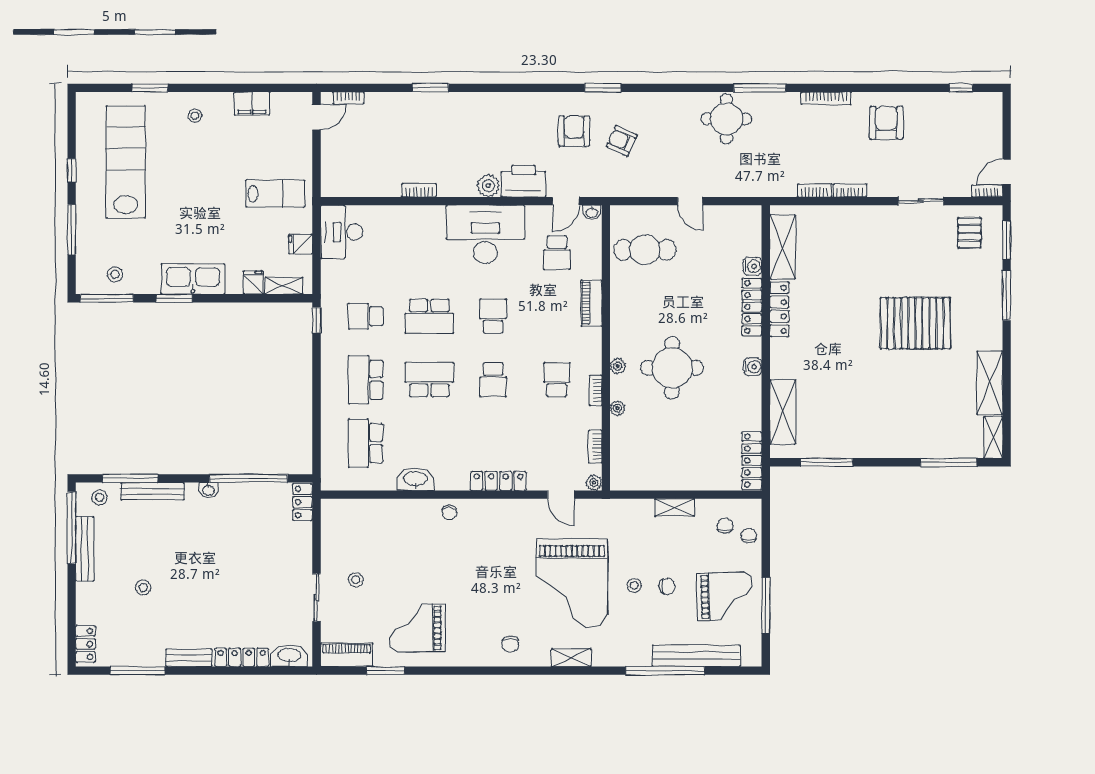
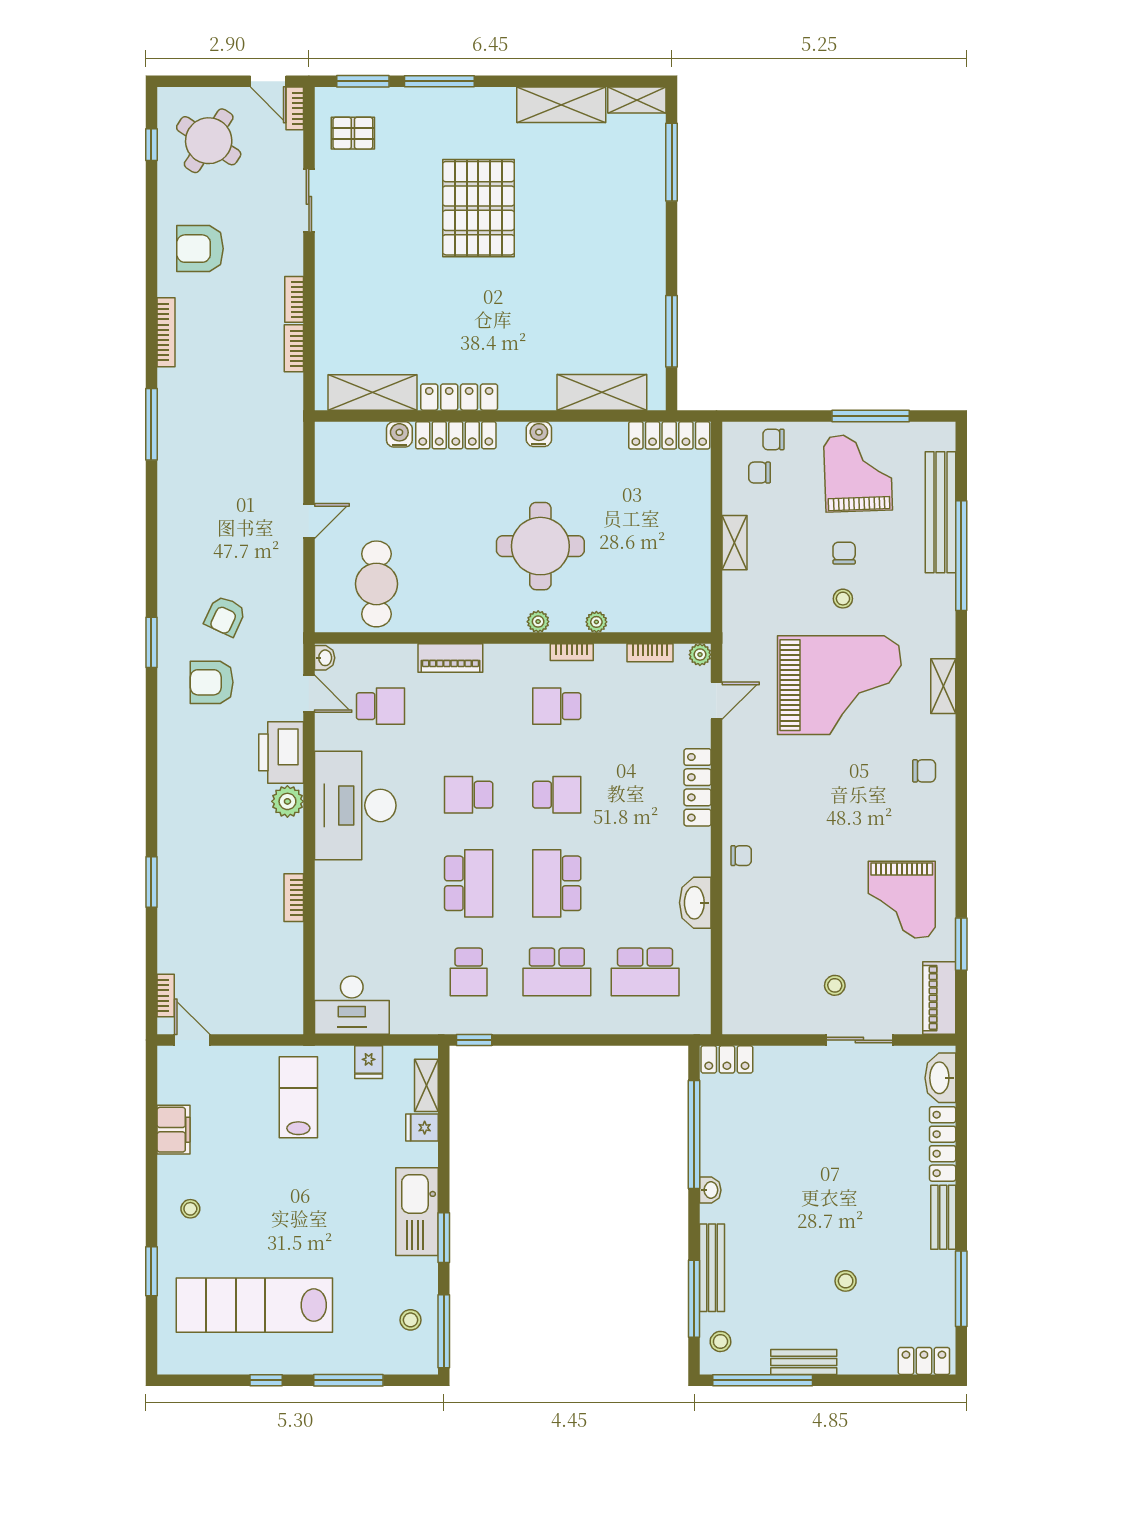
round table: (726, 119) -> (209, 141), moved, turned 33
bench: (85, 549) -> (804, 1362), width x0.73

